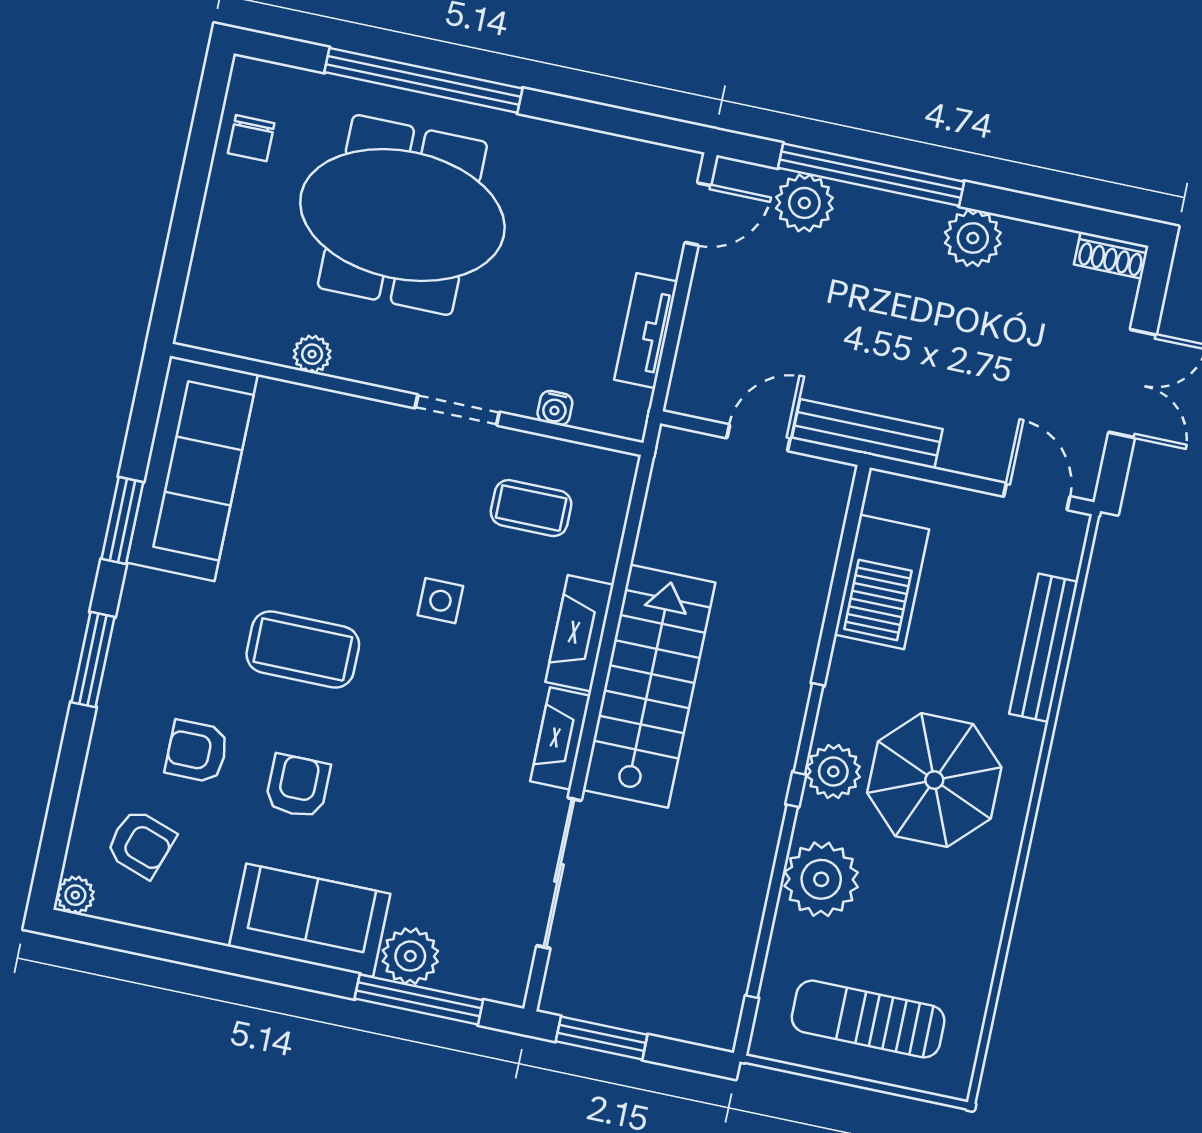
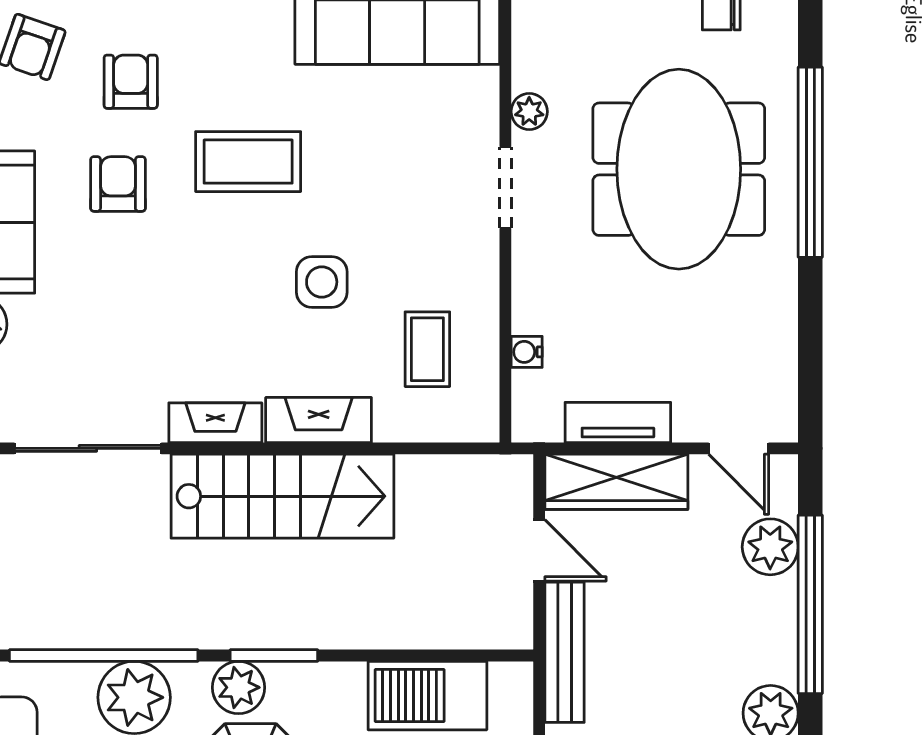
wardrobe: (706, 345) -> (616, 482), added
doorway: (457, 410) -> (505, 188), moved
side table: (440, 601) -> (322, 282), width x1.37, depth x1.37
coffee table: (303, 650) -> (248, 162), turned 90
armchair: (298, 786) -> (118, 184), turned -90

